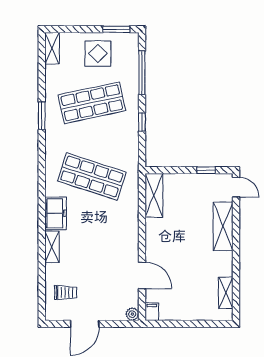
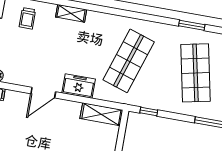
window: (142, 122) -> (149, 111), moved
freezer: (56, 213) -> (79, 86), moved, turned 180
door: (142, 275) -> (43, 93), moved

